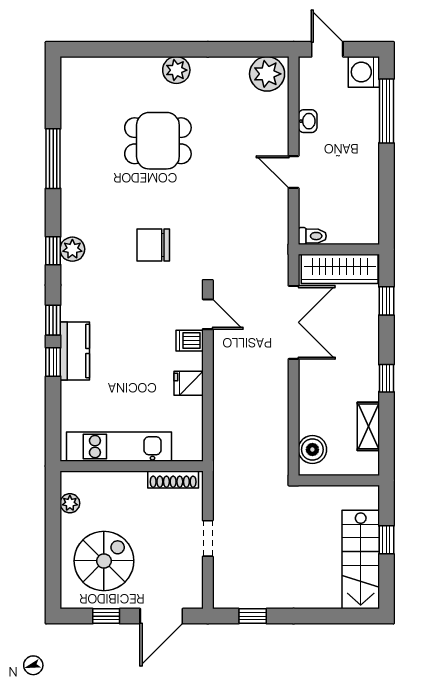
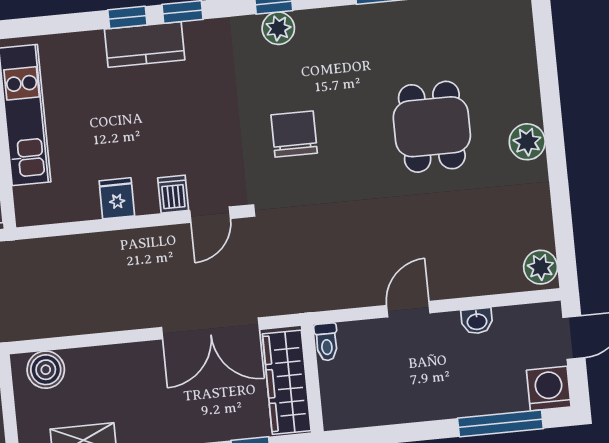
plant: (267, 74) -> (541, 267), width x0.73, depth x0.73

